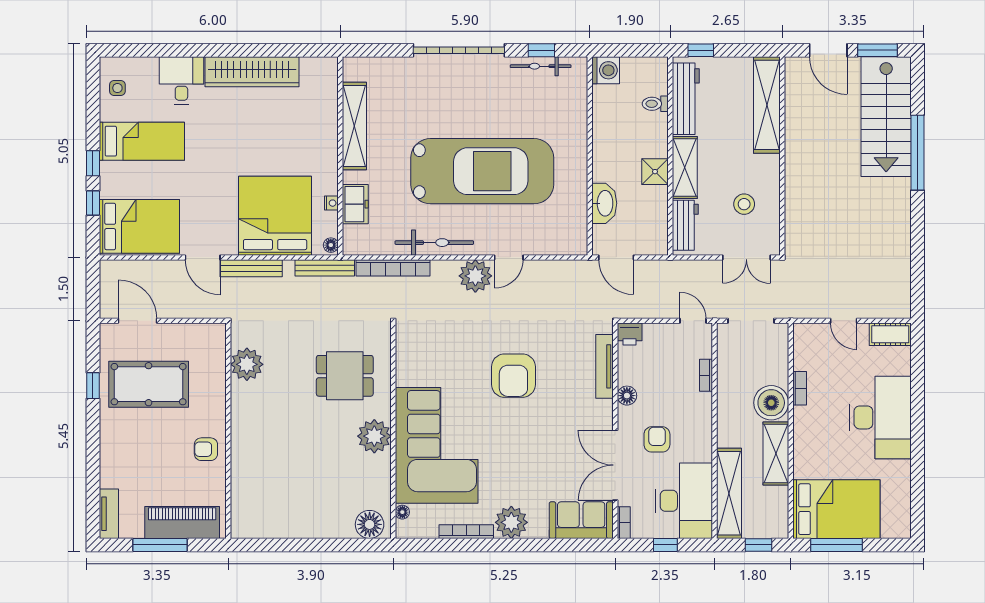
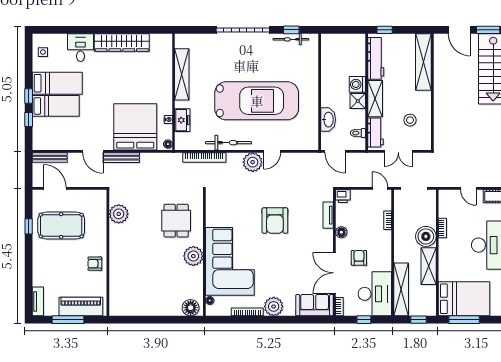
washing machine: (606, 70) -> (357, 84), moved, turned 180
toilet: (655, 104) -> (358, 133), moved
bed: (139, 226) -> (56, 106), moved, width x0.67
double door: (746, 257) -> (398, 151), moved
bench: (325, 268) -> (50, 157), moved
tv unit: (604, 366) -> (328, 215), width x0.71
dining table: (345, 376) -> (176, 221), turned 90

